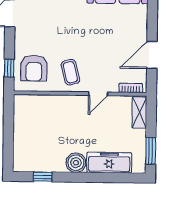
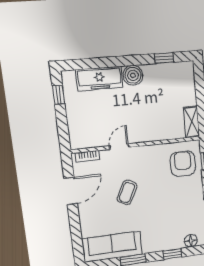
coffee table: (70, 72) -> (127, 192), moved, turned 42
shelving: (139, 112) -> (192, 122), moved
window: (151, 151) -> (58, 95), width x0.67

